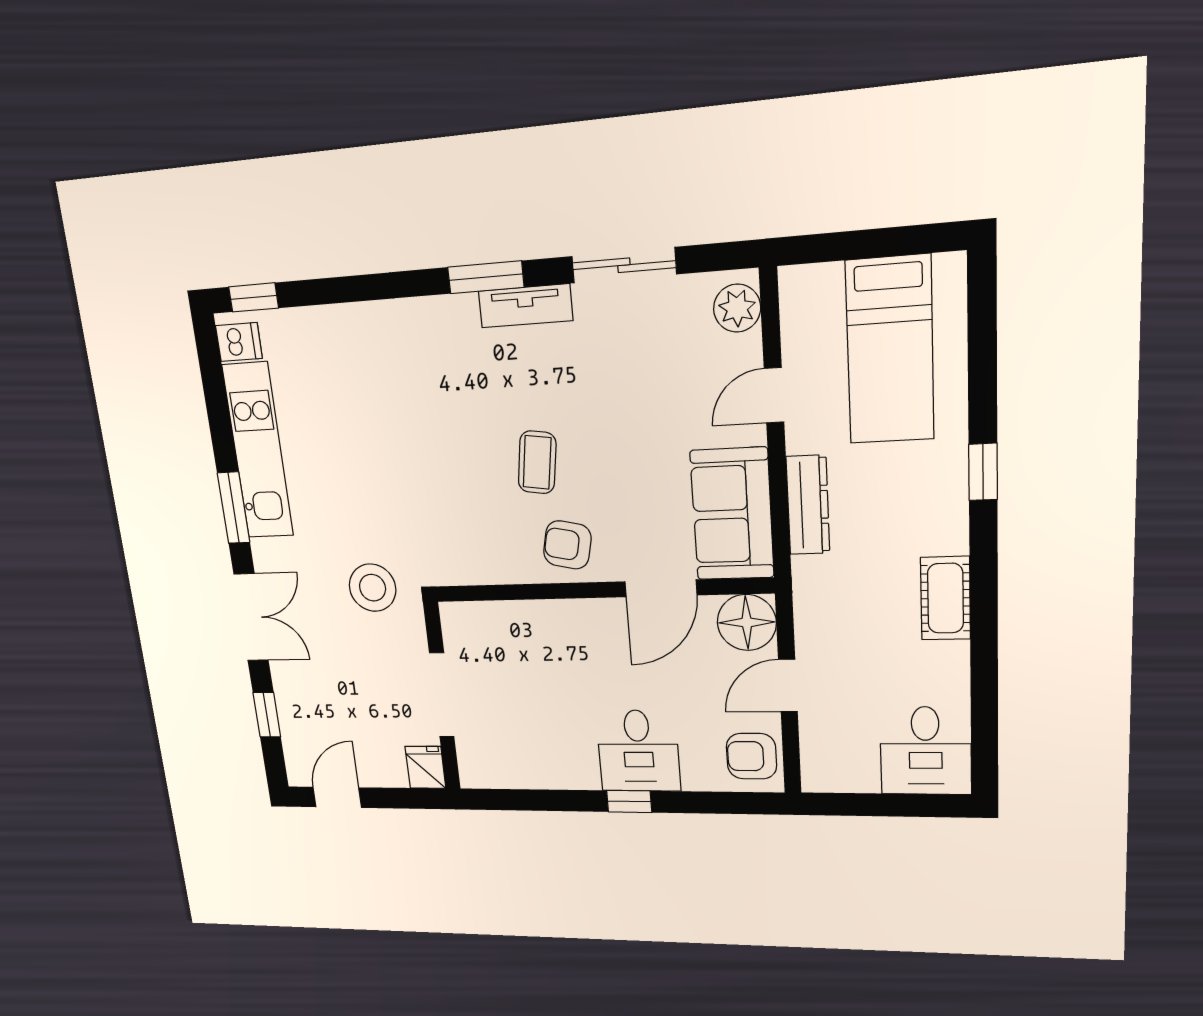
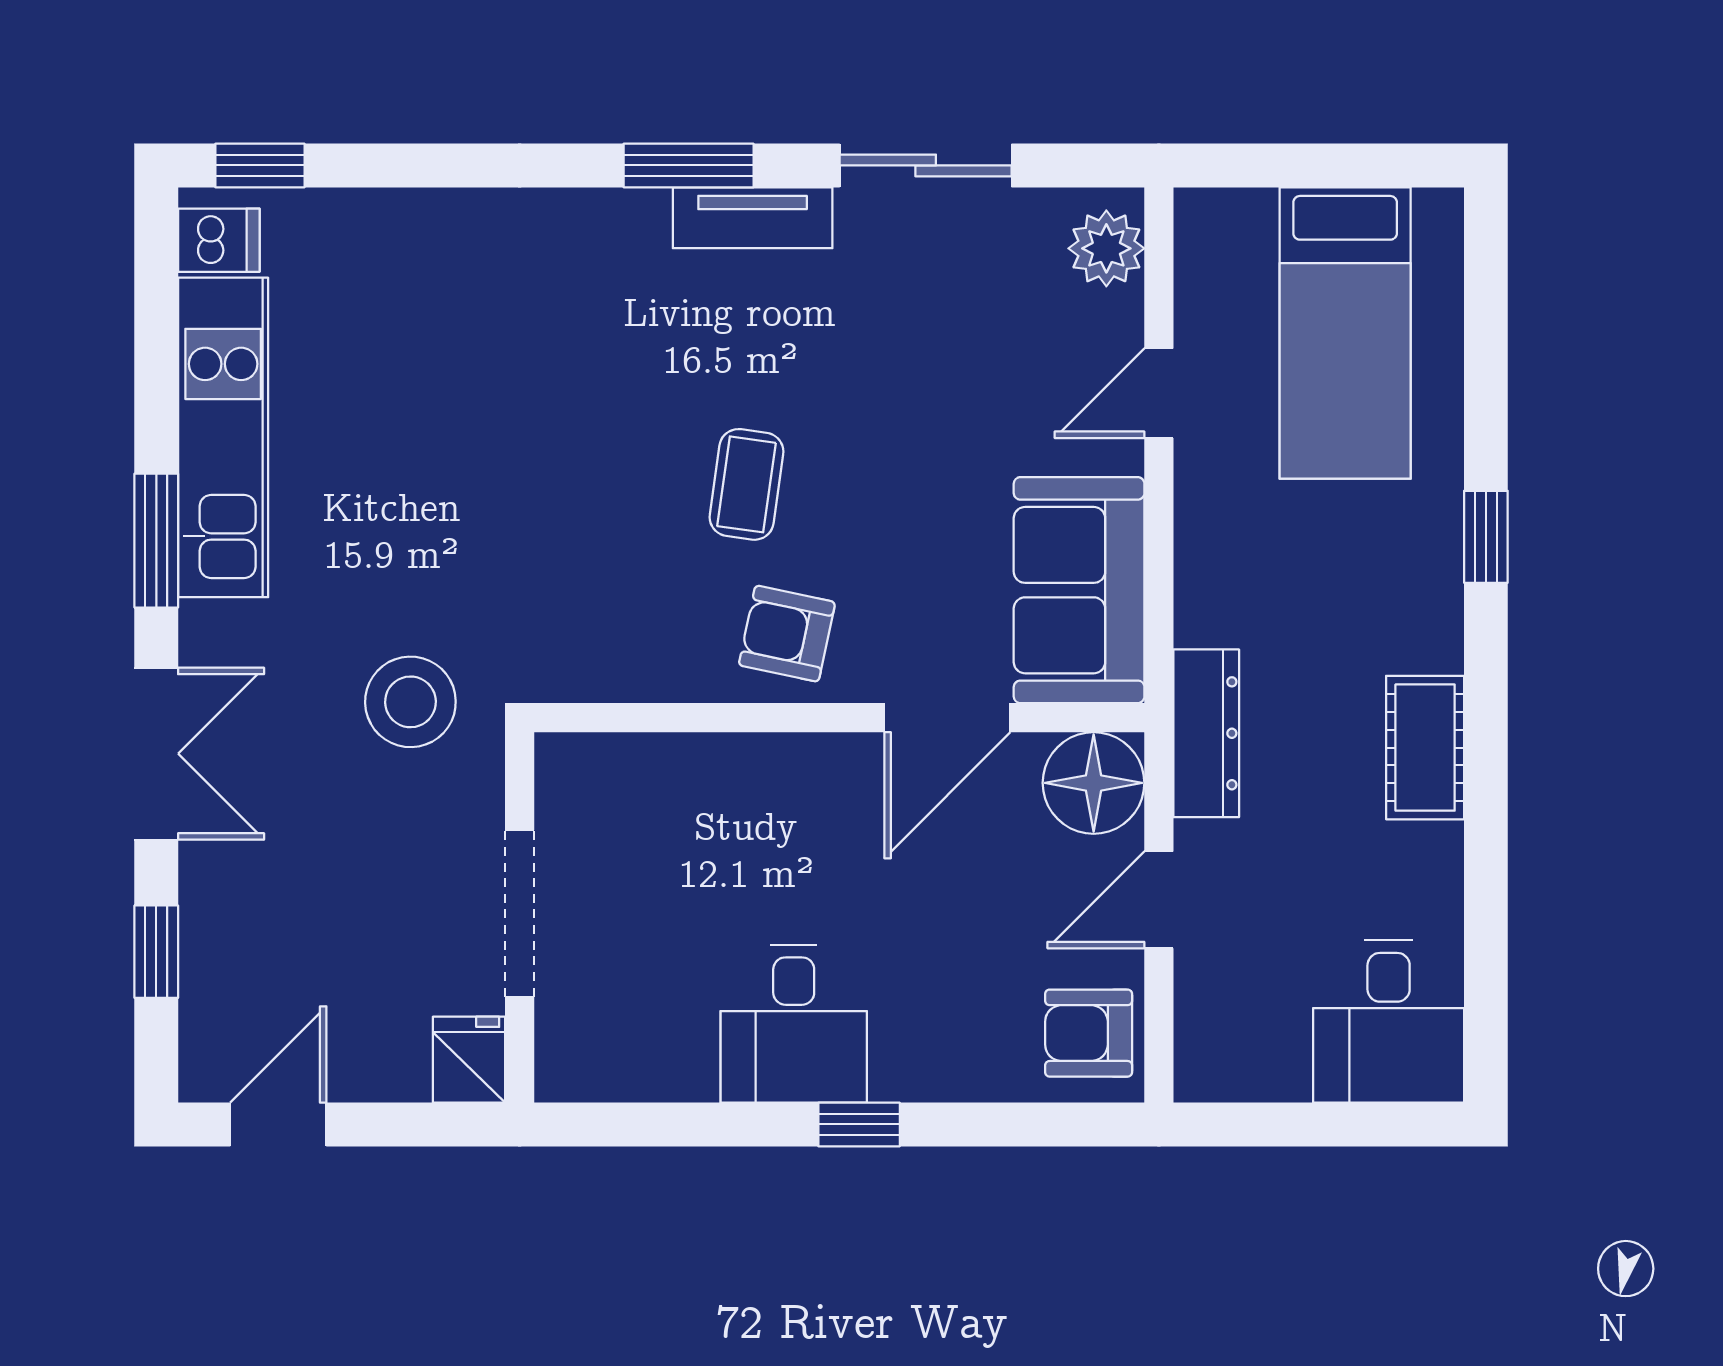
dresser: (808, 505) -> (1206, 733), moved
desk: (638, 751) -> (794, 1024), moved

